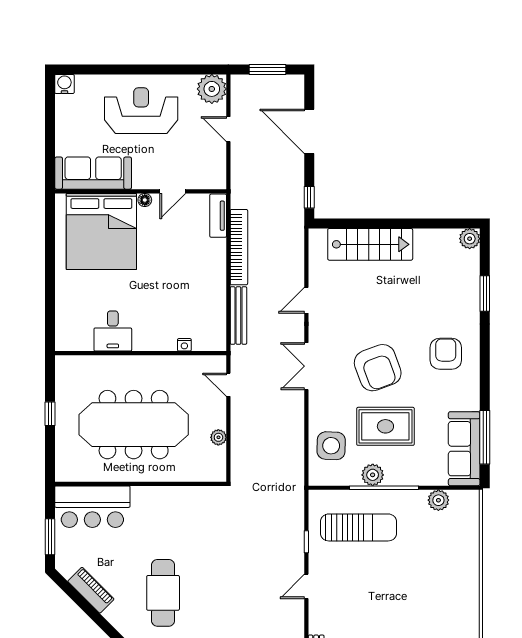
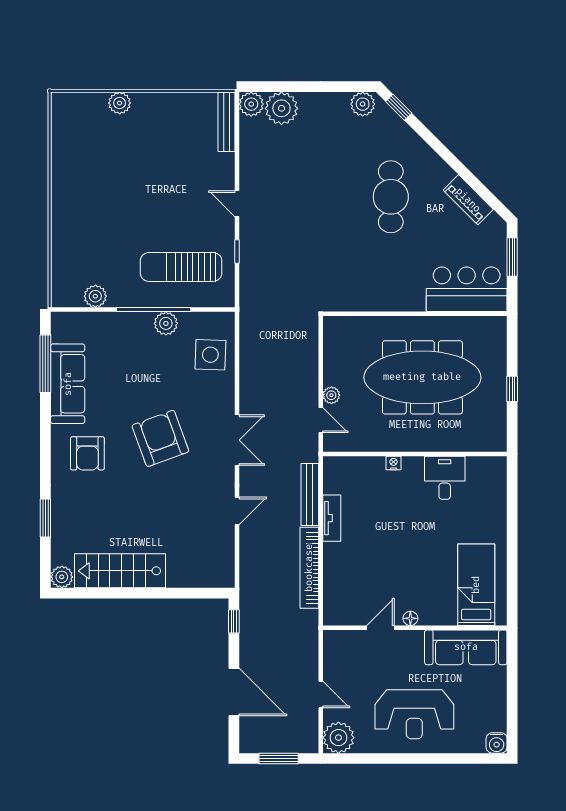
tv unit: (218, 216) -> (332, 518), moved
bed: (101, 231) -> (476, 585), width x0.49
stairs: (370, 244) -> (120, 571), moved
nightstand: (184, 345) -> (394, 463), moved
rug: (385, 426) -> (152, 375), removed
plant: (218, 437) -> (331, 395), moved
sofa: (464, 449) -> (68, 384), moved
door: (306, 586) -> (237, 204), swing flipped

